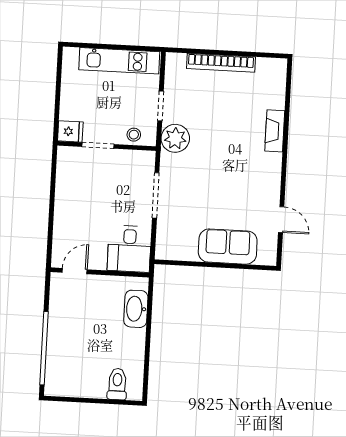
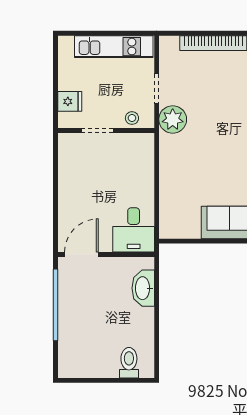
fridge: (70, 131) -> (70, 101), moved
doorway: (156, 195) -> (157, 176), removed
door: (75, 271) -> (81, 254), width x1.38
window: (44, 348) -> (55, 305), moved

